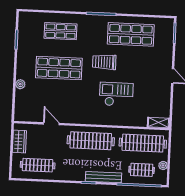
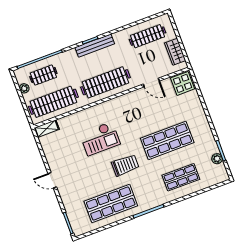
plant: (20, 84) -> (217, 159), moved
display table: (25, 111) -> (183, 83), added
bench: (104, 177) -> (95, 46), moved

